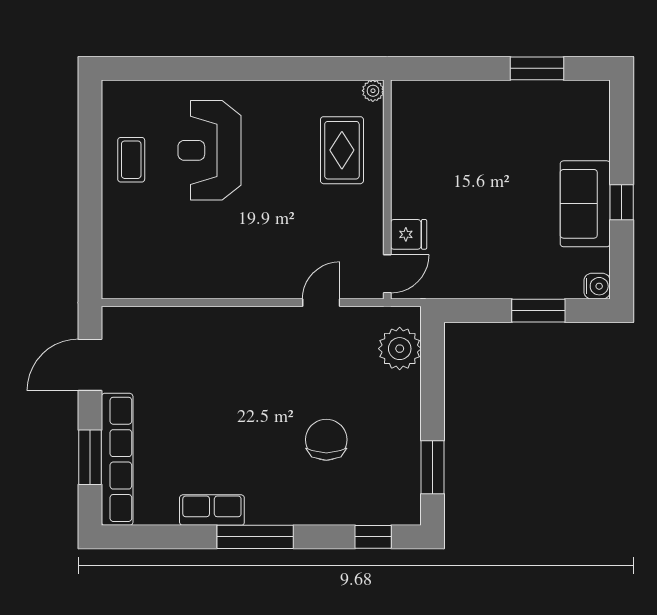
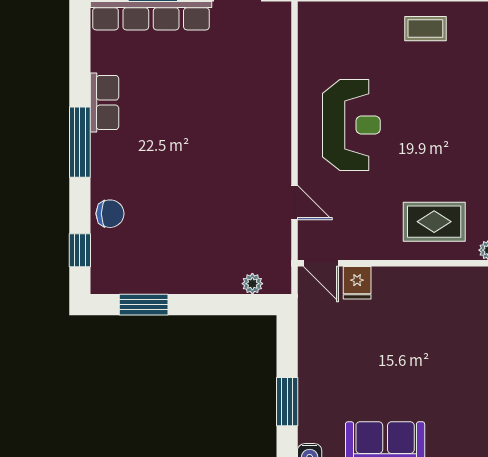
reception desk: (210, 150) -> (351, 125), moved, turned 90
plant: (400, 349) -> (252, 284), width x0.53, depth x0.53
chair: (326, 440) -> (110, 214), moved, width x0.73, depth x0.73

